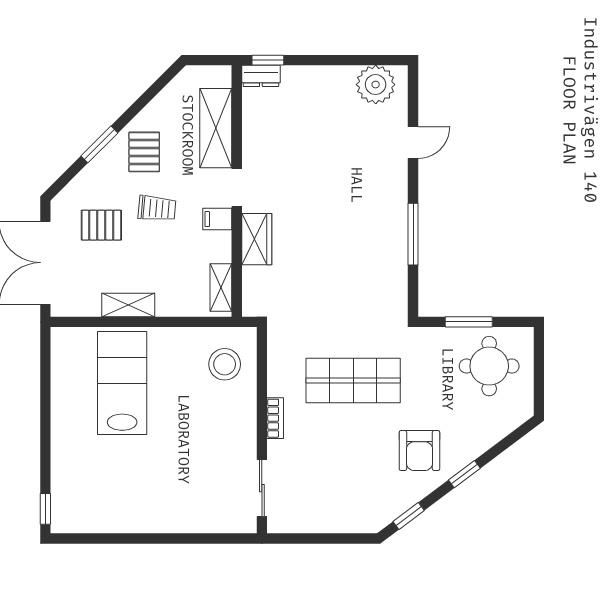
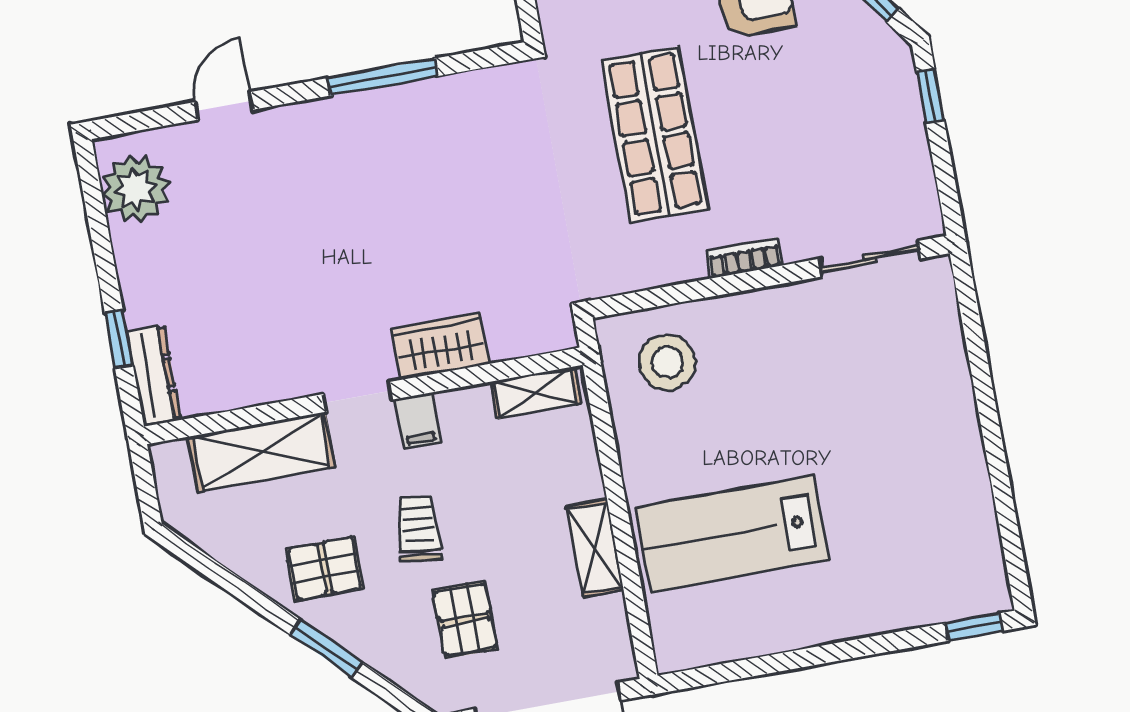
window: (268, 60) -> (119, 339), moved
dresser: (261, 76) -> (154, 376), width x1.44
door: (413, 142) -> (224, 106), hinge flipped
window: (347, 538) -> (930, 96), added

